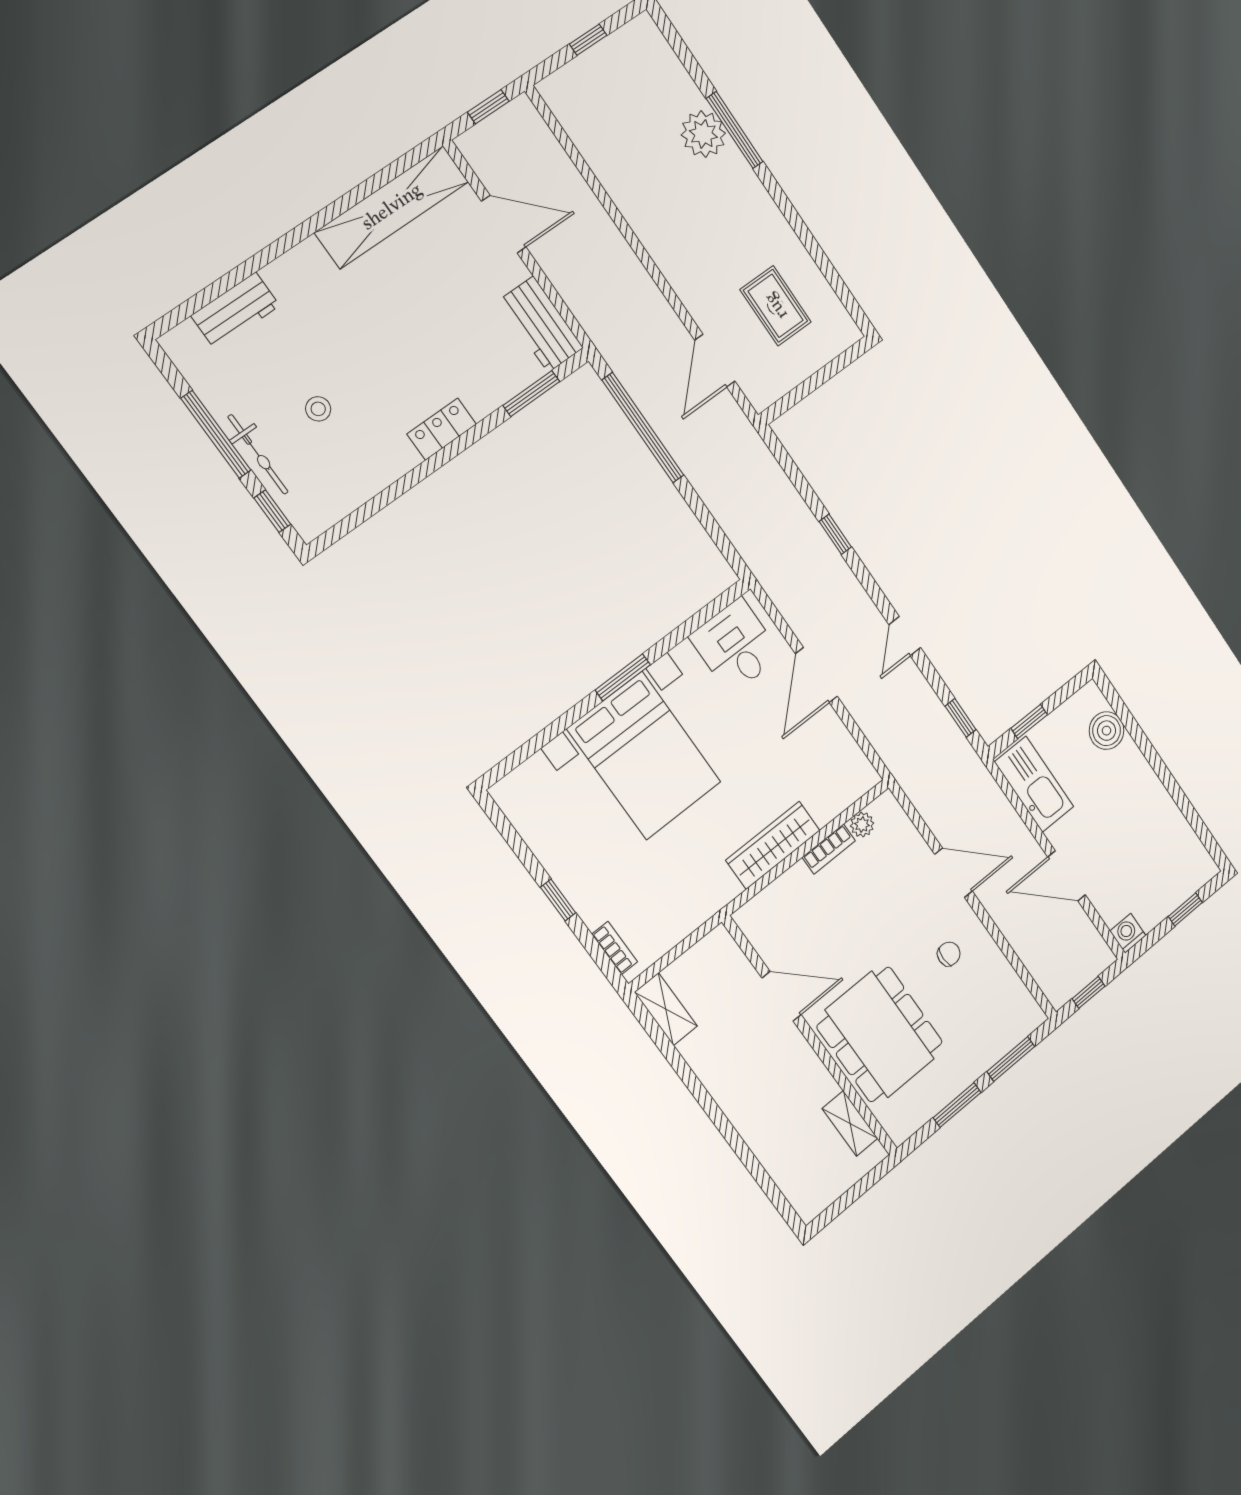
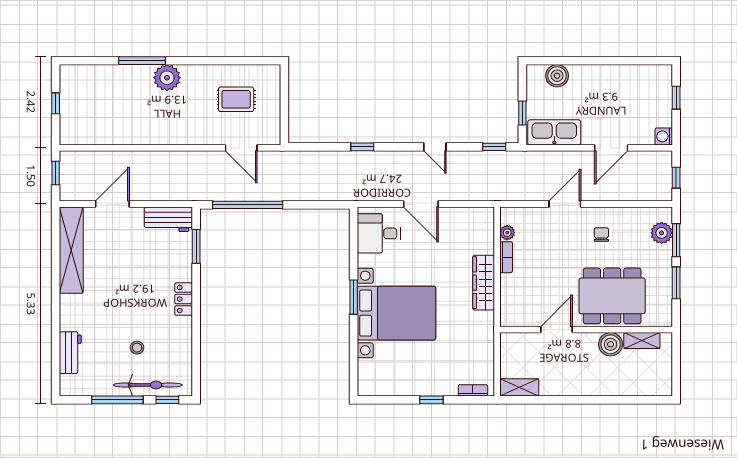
plant: (703, 134) -> (167, 78), moved
bicycle: (258, 454) -> (148, 385), width x1.37, depth x1.40
plant: (1007, 1032) -> (662, 233), added
boiler: (815, 1086) -> (611, 344), added

